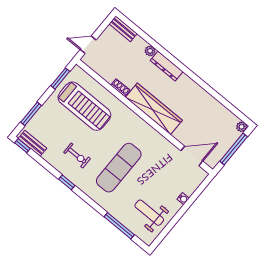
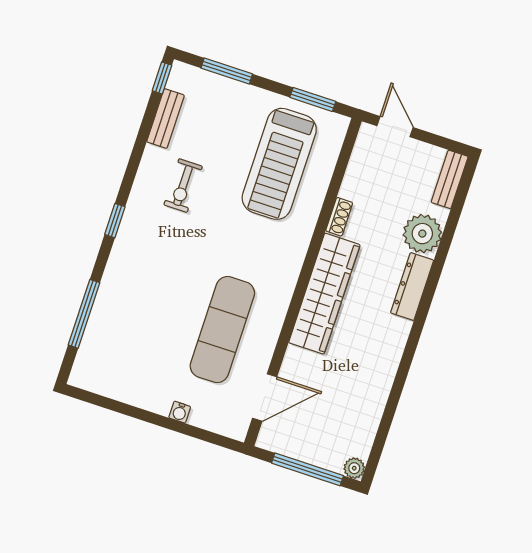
plant: (150, 51) -> (422, 234), width x1.88, depth x1.88
bench: (32, 143) -> (166, 119), moved
door: (192, 156) -> (265, 397), hinge flipped
exercise mat: (119, 168) -> (222, 330), moved, turned 90
window: (67, 182) -> (115, 221), moved
weight bench: (149, 213) -> (130, 360), removed

